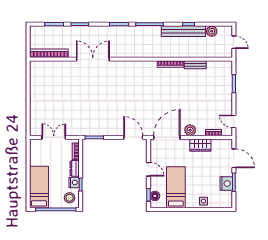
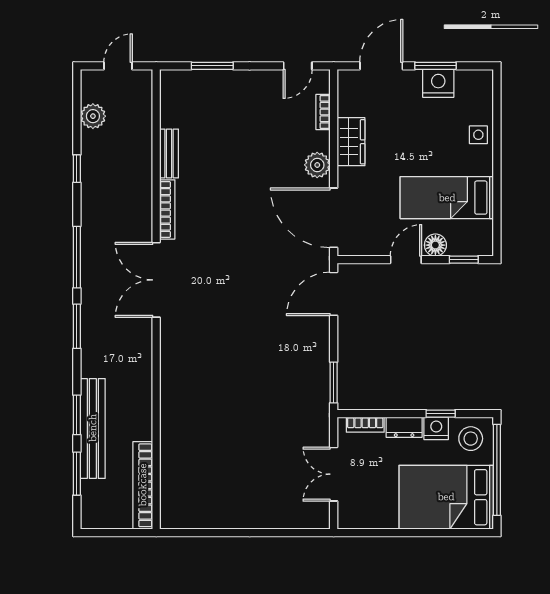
bench: (183, 31) -> (93, 428), moved
double door: (93, 59) -> (156, 280), moved
bed: (39, 187) -> (446, 497), width x1.50
floor lamp: (155, 196) -> (435, 245), moved

